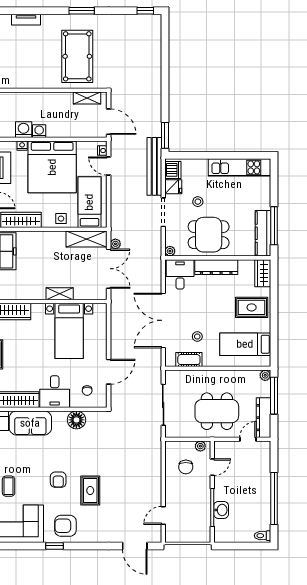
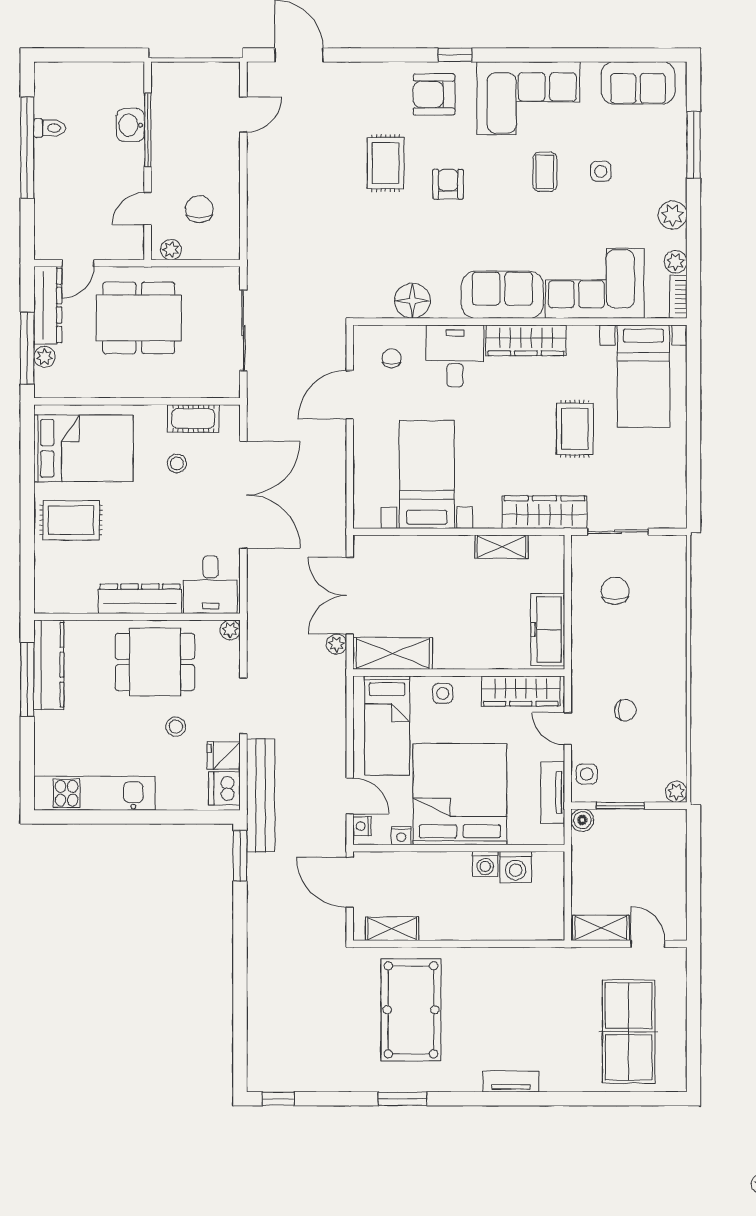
nightstand: (22, 146) -> (401, 836), moved
wardrobe: (263, 273) -> (49, 587), removed
shelving: (60, 294) -> (502, 547), moved
bed: (245, 344) -> (83, 448), width x1.50
plant: (265, 375) -> (44, 357), moved
armchair: (65, 526) -> (434, 94), turned 180
toilet: (263, 536) -> (50, 128), moved

